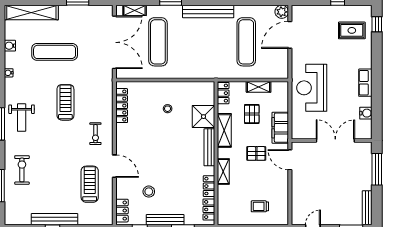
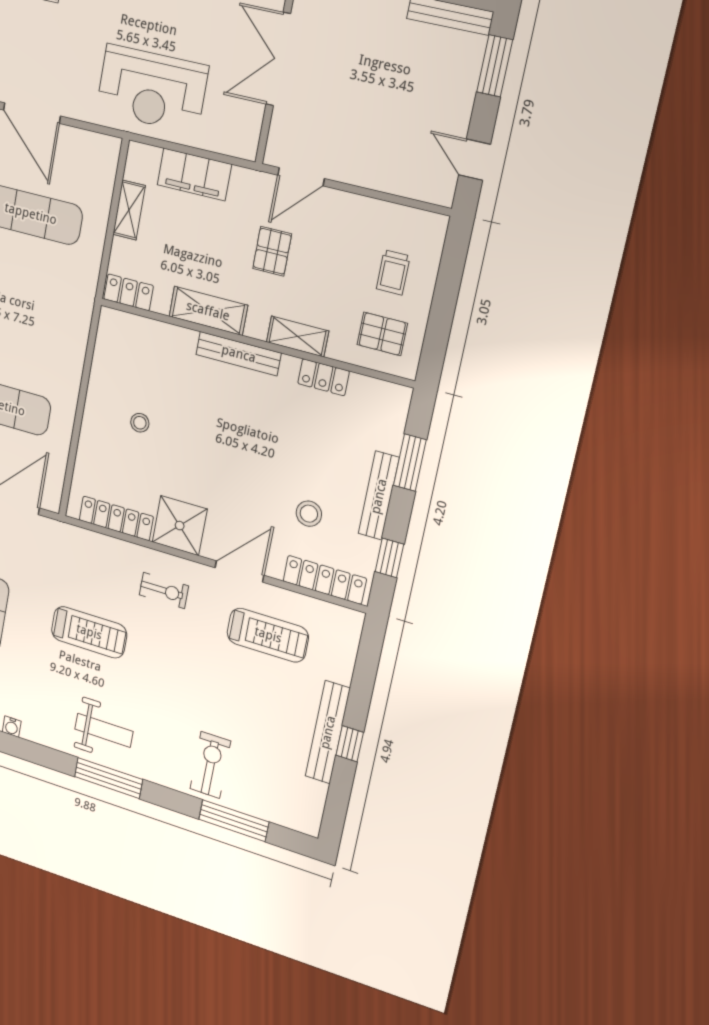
treadmill: (65, 102) -> (89, 632), turned 180
pallet: (252, 114) -> (382, 334), moved
shower: (203, 117) -> (180, 526), moved
filing cabinet: (280, 128) -> (194, 174), moved
exercise bike: (22, 170) -> (210, 765), turned 90
treadmill: (90, 184) -> (268, 635), turned 180
locker: (209, 209) -> (376, 392), removed
locker: (122, 211) -> (325, 580), width x1.53

